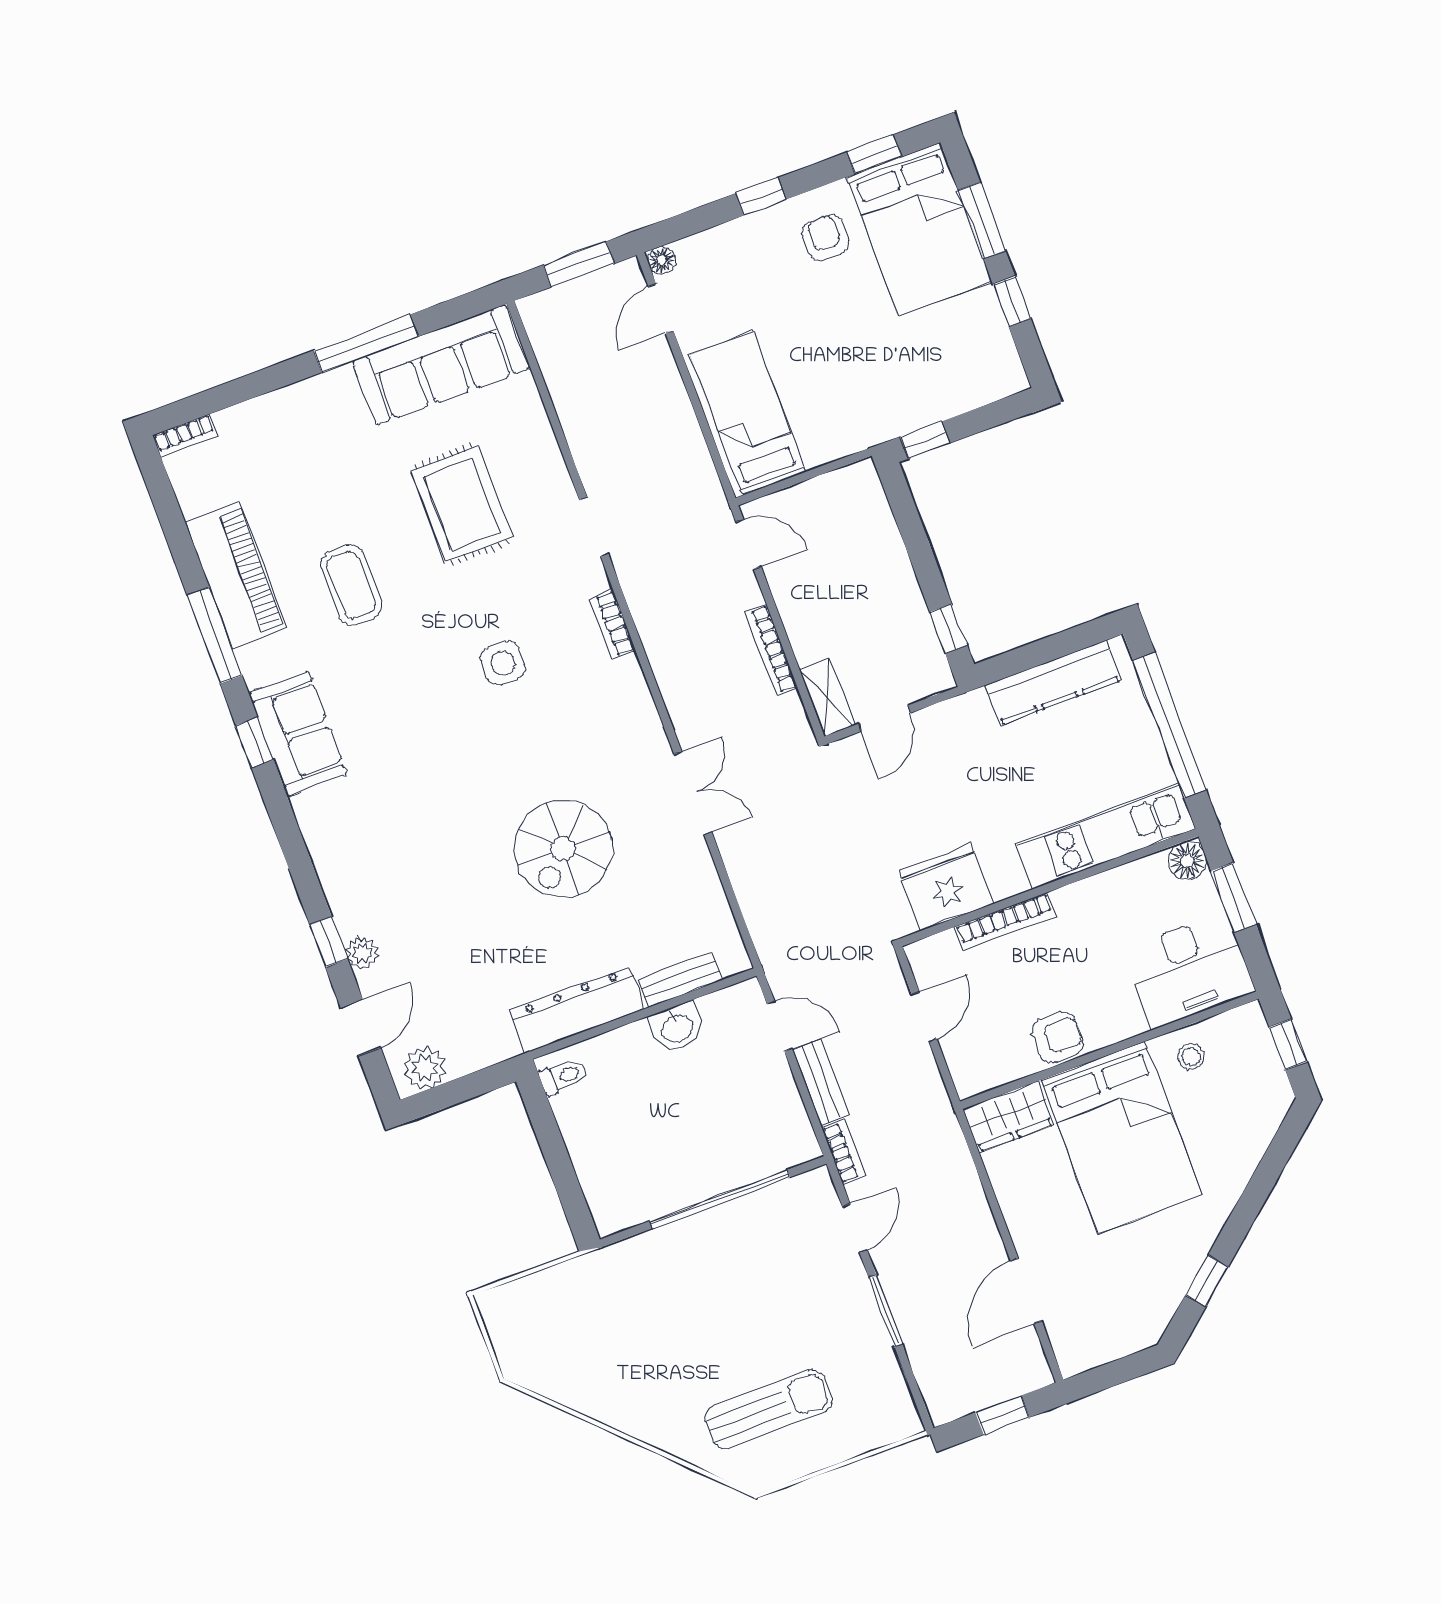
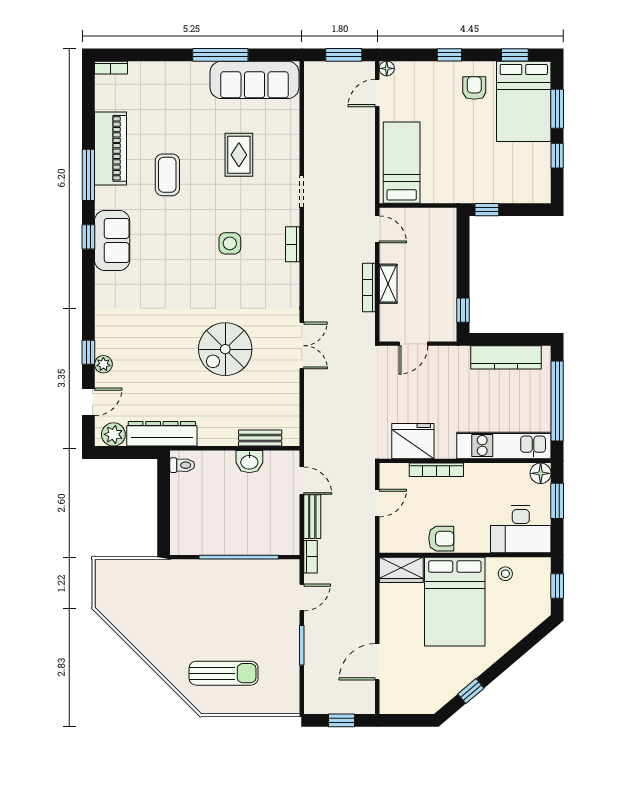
rug: (462, 504) -> (239, 155), width x0.73, depth x0.70
shelving: (827, 697) -> (388, 284), moved
dresser: (577, 1010) -> (162, 434), moved

